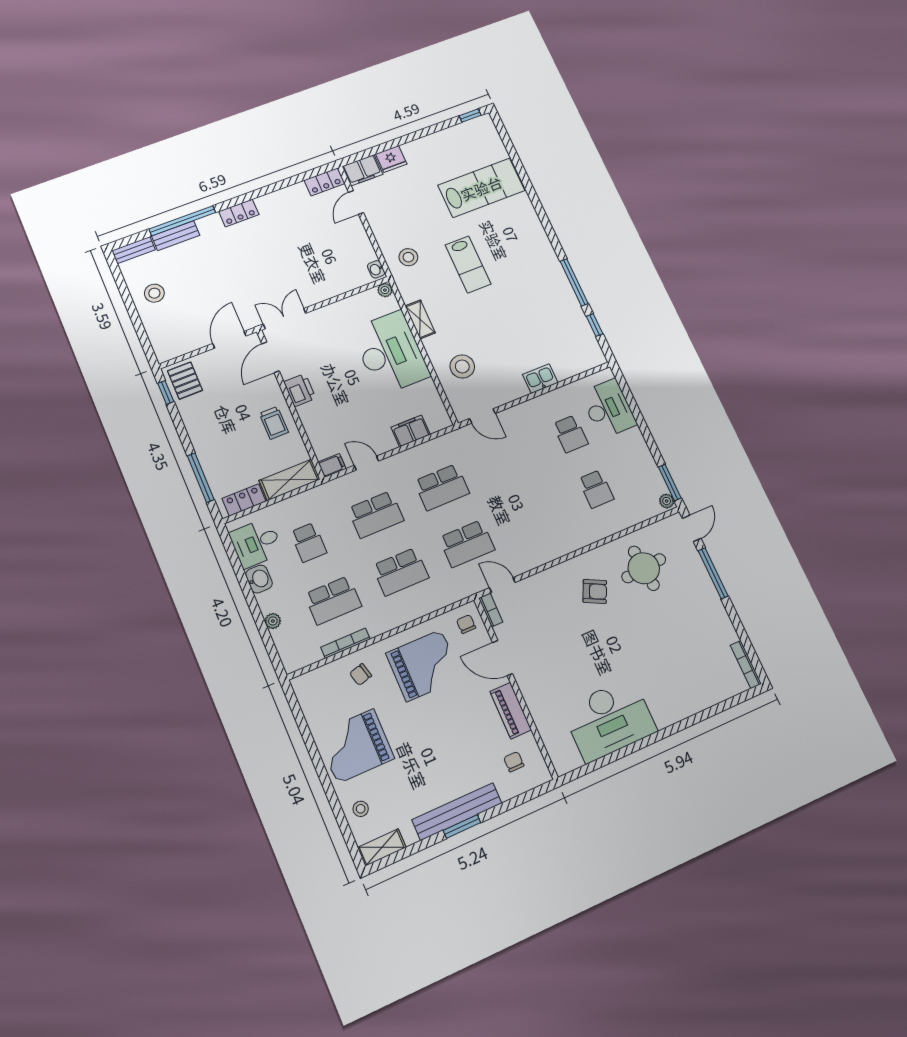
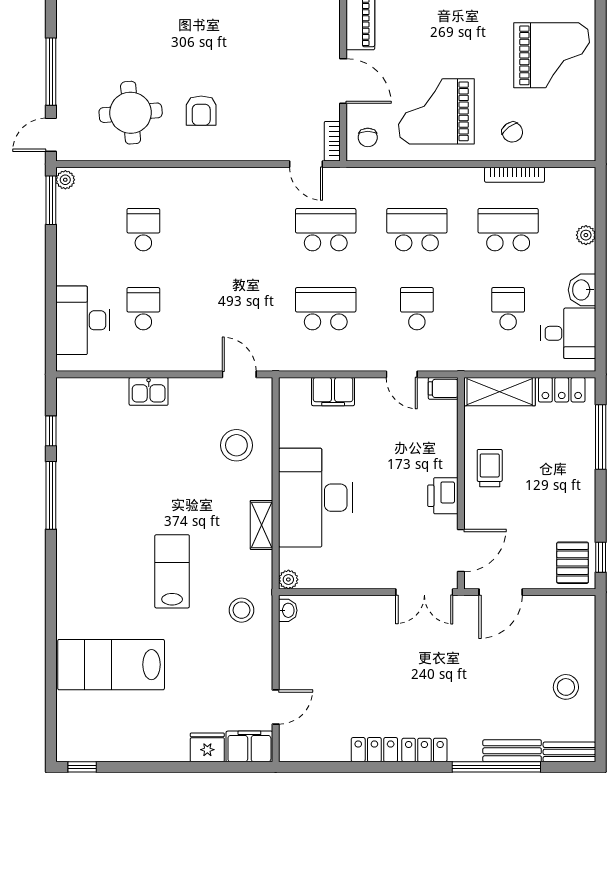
locker: (324, 182) -> (374, 750), moved
school desk: (376, 514) -> (417, 309), width x0.54
armchair: (595, 591) -> (201, 111), turned -116
chair: (361, 674) -> (512, 132), turned 68

